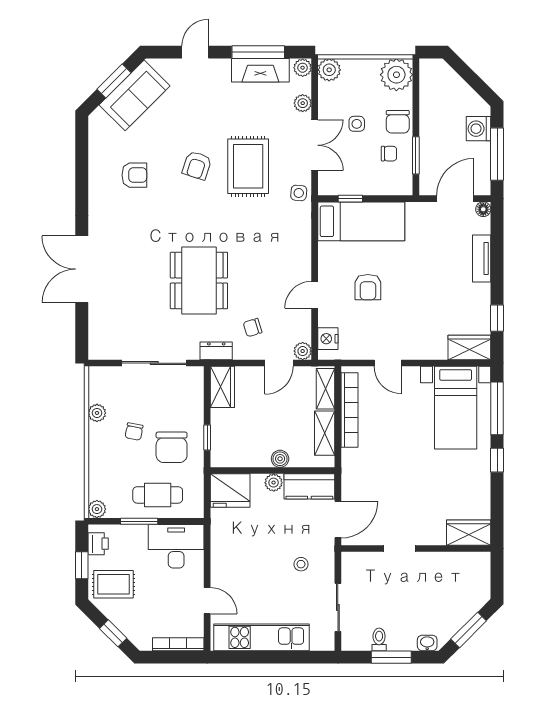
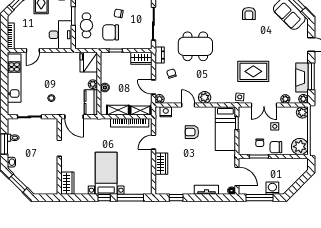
armchair: (197, 165) -> (254, 45), removed
plant: (300, 262) -> (205, 97), added
wardrobe: (469, 348) -> (161, 164), moved
bed with nightstands: (456, 408) -> (106, 173), moved, turned 90

